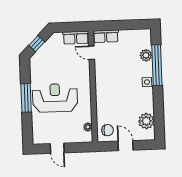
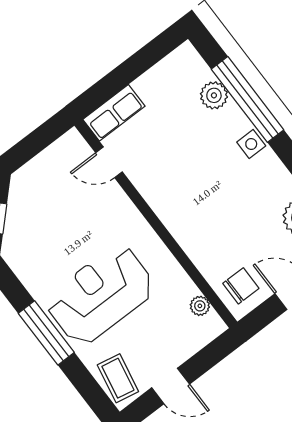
row of seats: (76, 38) -> (60, 155), removed
coffee table: (40, 132) -> (118, 378), added

